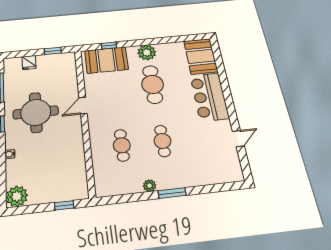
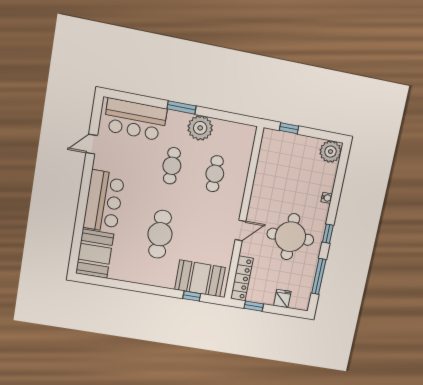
plant: (147, 52) -> (153, 276), removed
locker: (70, 69) -> (242, 278), added
bar counter: (209, 170) -> (135, 120), added
plant: (150, 186) -> (200, 128), width x1.88, depth x1.88

